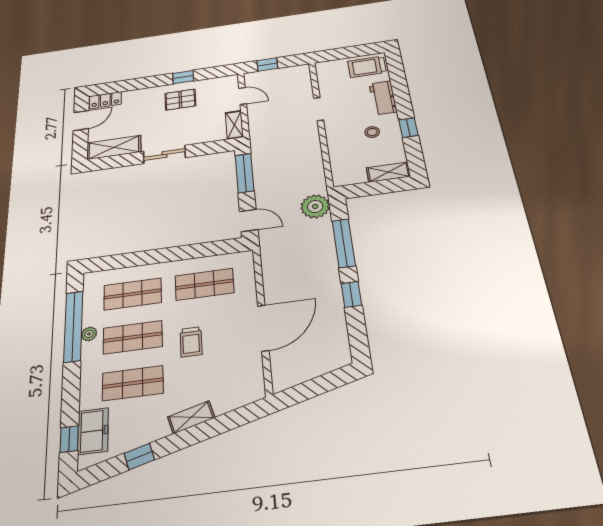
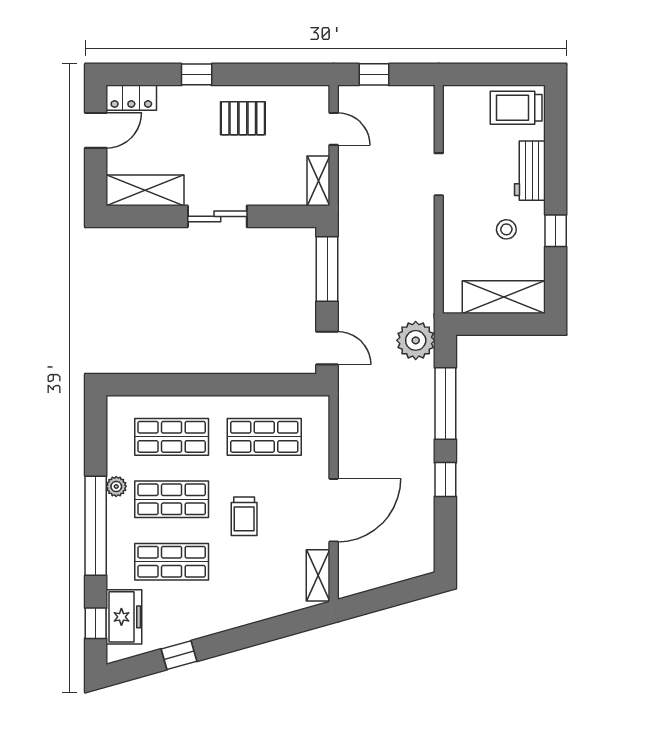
window: (183, 77) -> (197, 74), moved
shelving: (388, 172) -> (504, 297), width x1.50, depth x1.33
window: (73, 326) -> (96, 526), moved
shelving: (191, 417) -> (318, 575), moved, turned -74

